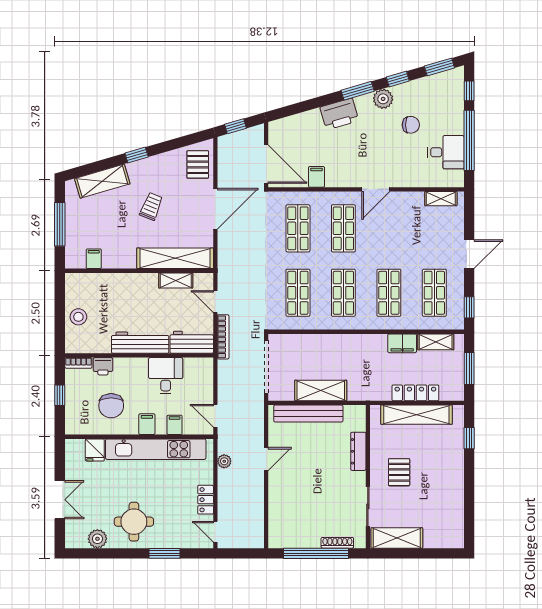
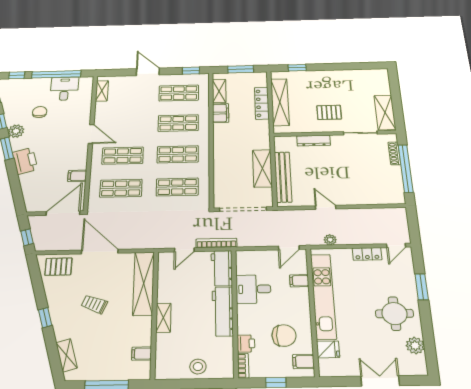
shelving: (102, 181) -> (67, 355), width x0.67, depth x0.75
shelving: (176, 280) -> (163, 318), moved
filing cabinet: (147, 424) -> (303, 362), moved

